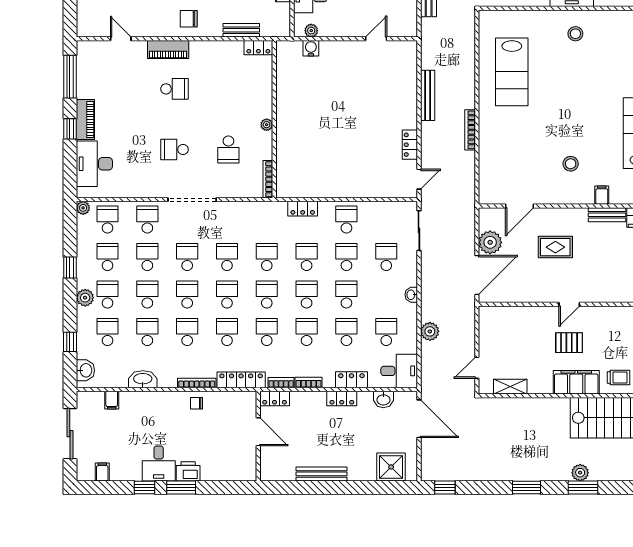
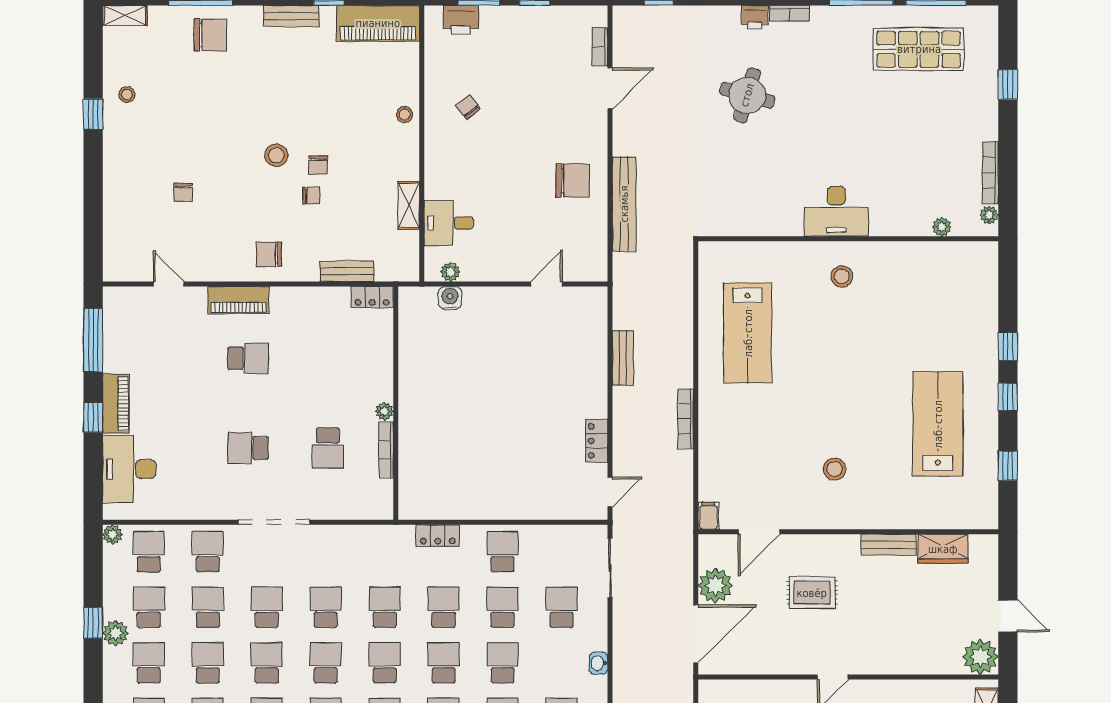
bench: (428, 95) -> (623, 358), width x0.73
bookcase: (268, 179) -> (386, 450), moved
filing cabinet: (602, 195) -> (708, 516), moved
plant: (85, 298) -> (116, 633), moved

